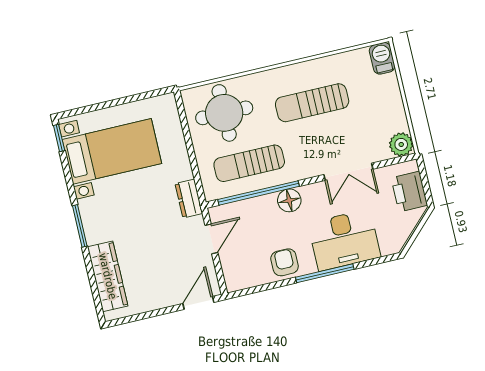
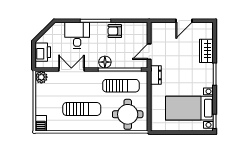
desk: (344, 240) -> (77, 35), width x0.73
armchair: (285, 262) -> (115, 31), turned 90
wardrobe: (108, 276) -> (206, 51), width x0.67
door: (198, 303) -> (184, 21), moved

